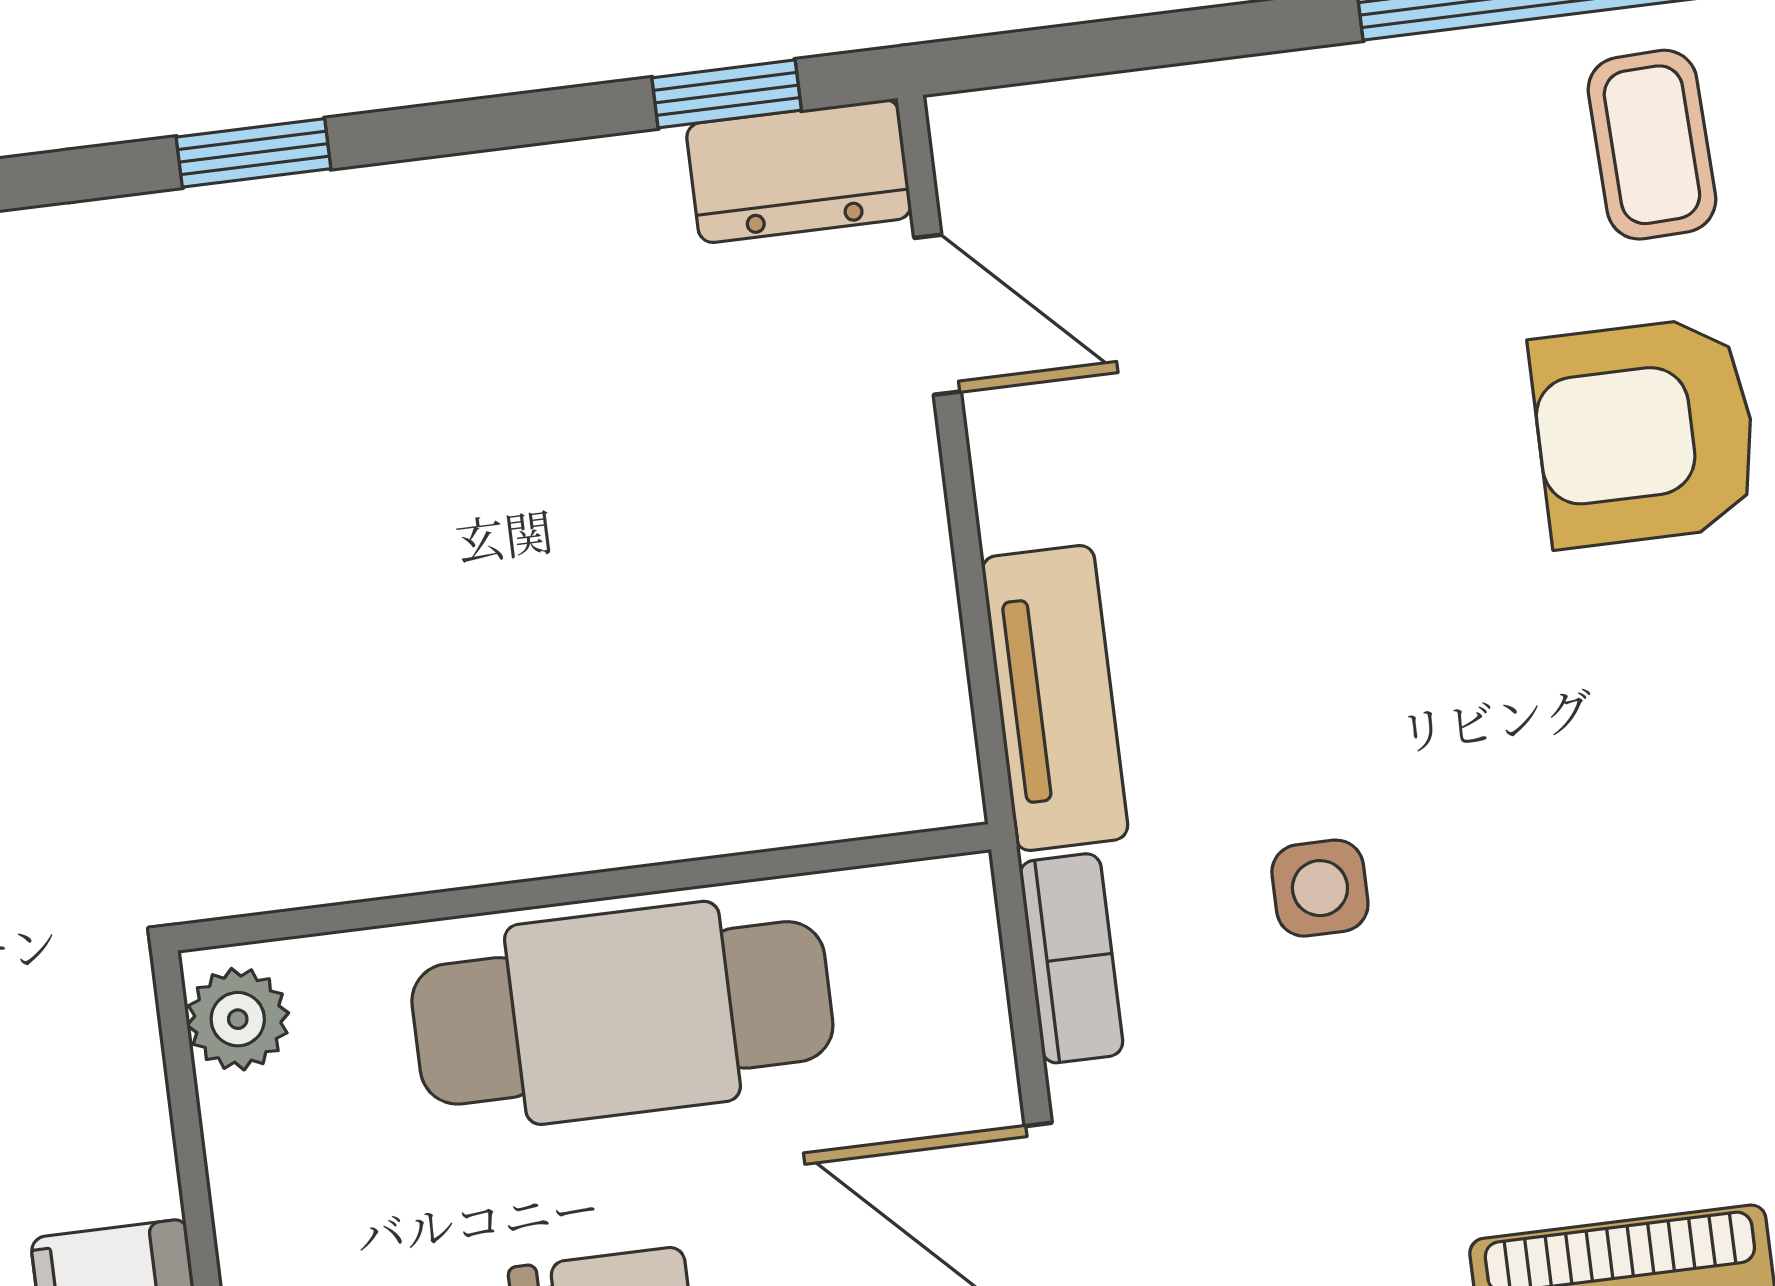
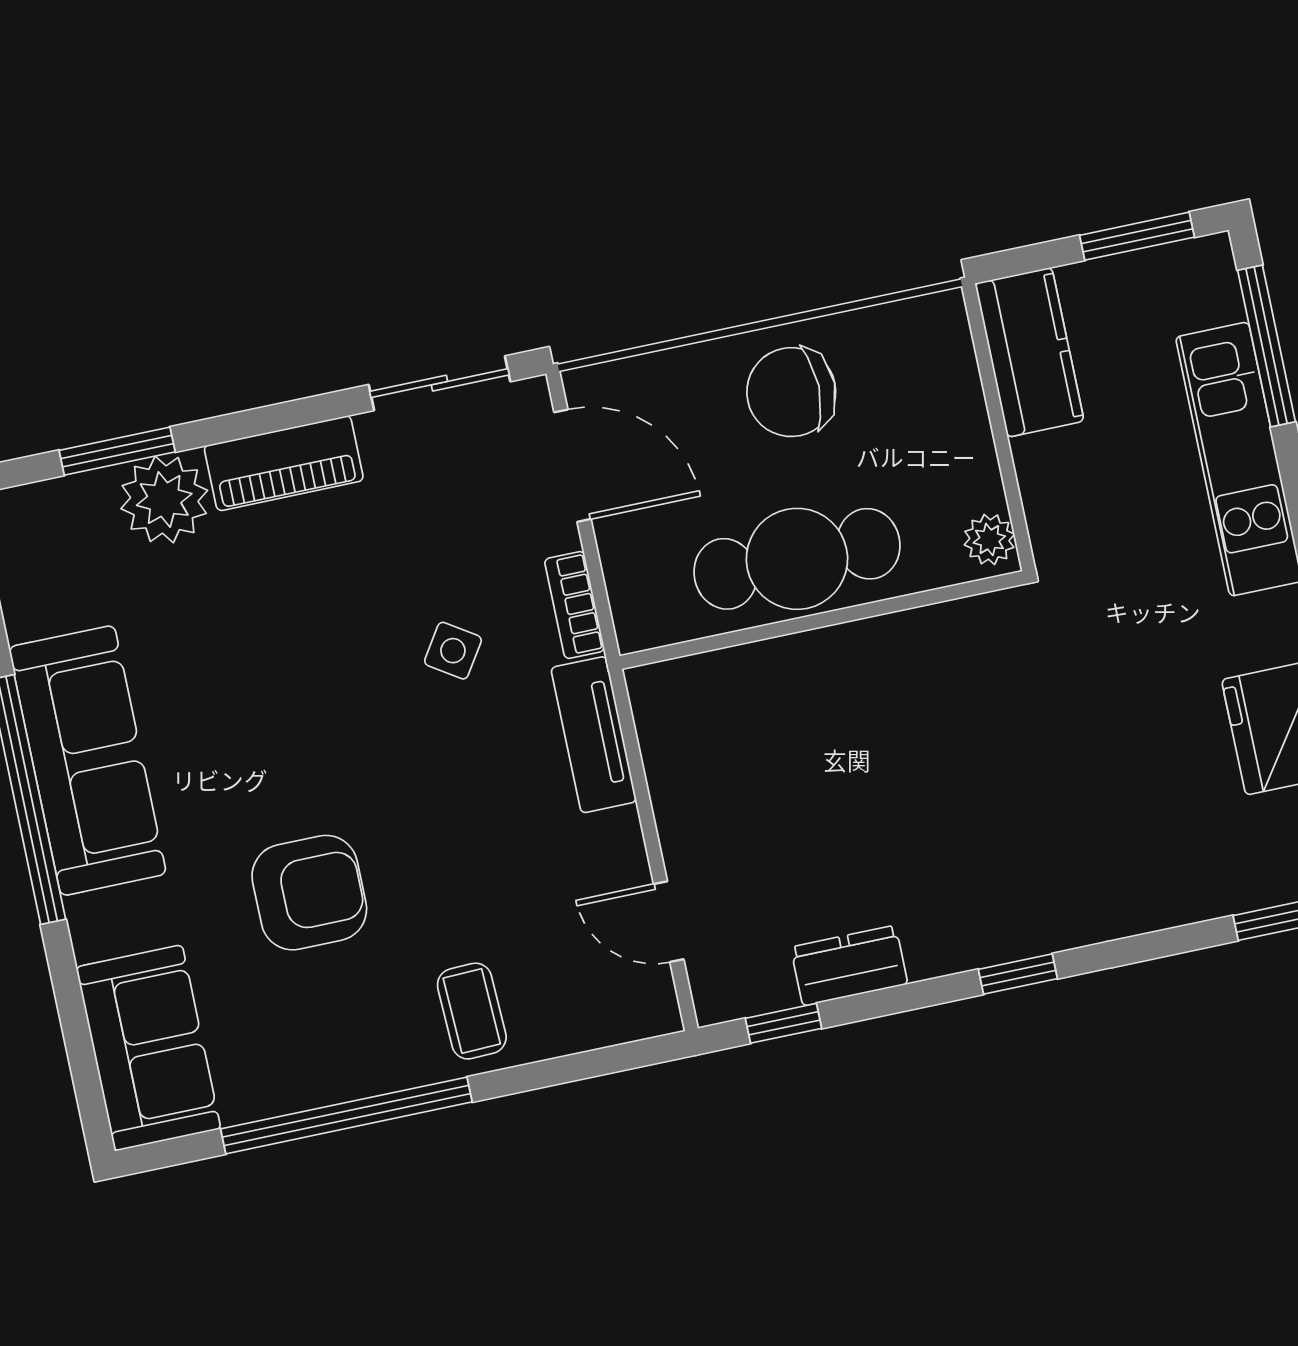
coffee table: (1652, 145) -> (472, 1011), moved
dresser: (799, 171) -> (849, 966), moved
side table: (1320, 888) -> (453, 651), turned 33

